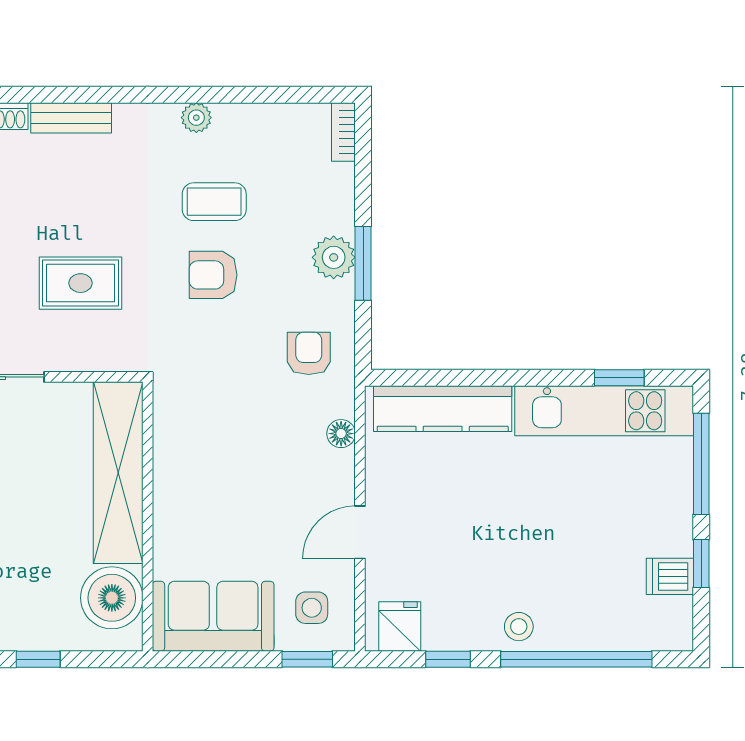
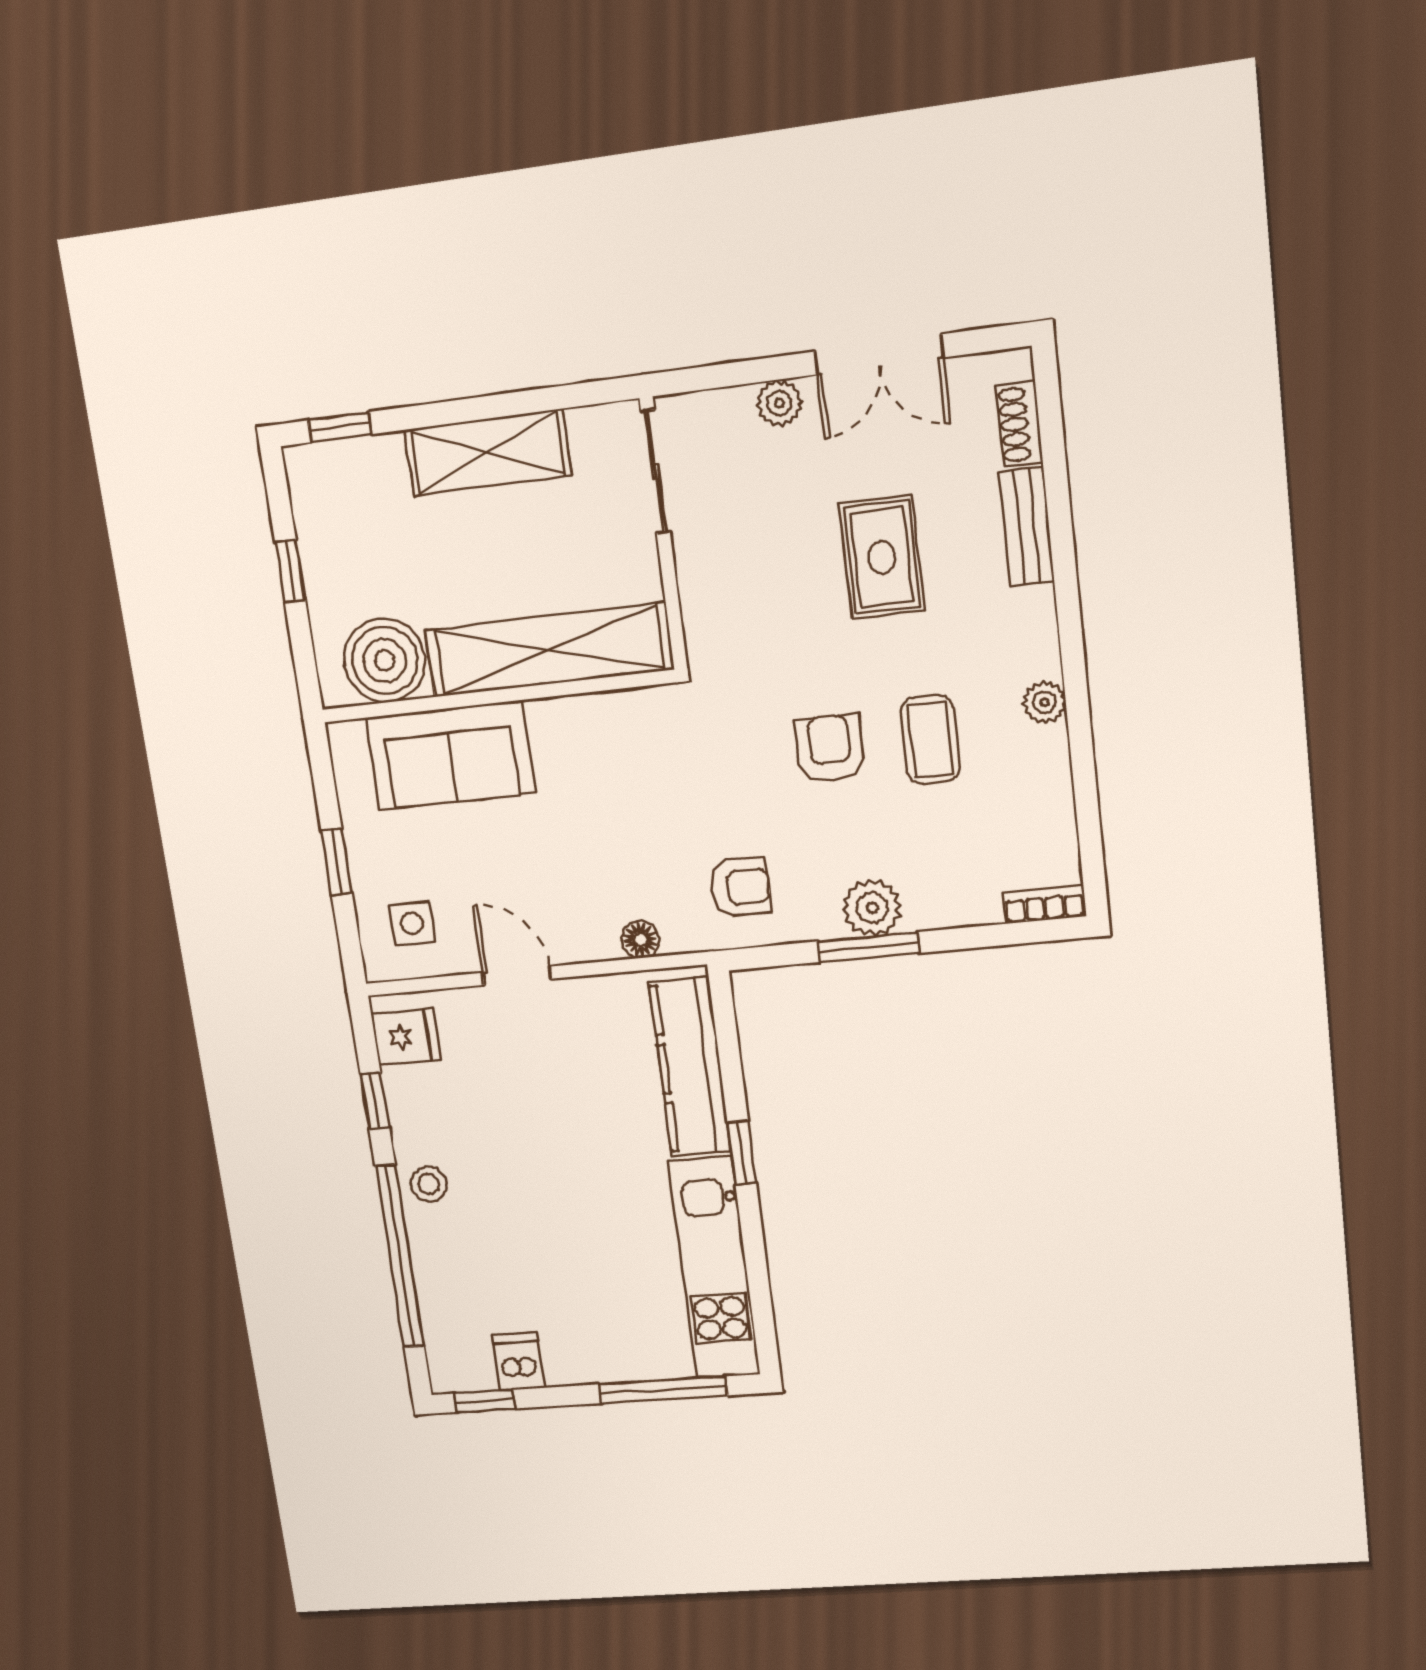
rug: (81, 283) -> (882, 557), moved
window: (619, 378) -> (742, 1153), moved
window: (701, 564) -> (485, 1401), moved
sofa: (213, 616) -> (450, 755), moved, turned 90
window: (307, 659) -> (337, 862), moved

